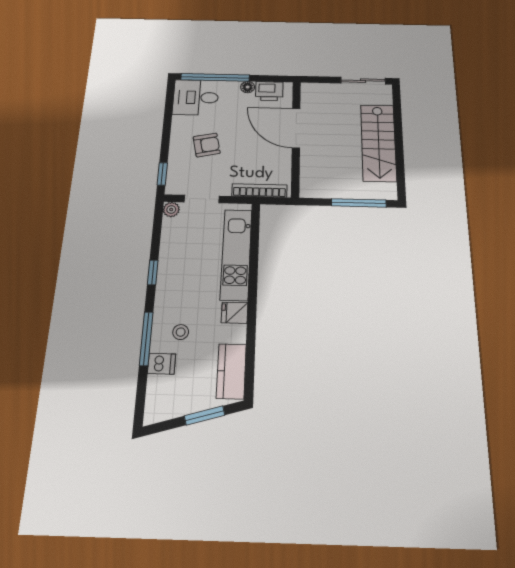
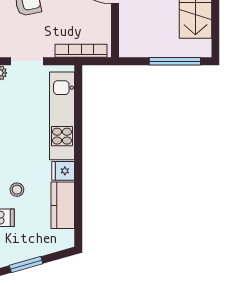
kitchen counter: (231, 371) -> (63, 205), moved
window: (205, 416) -> (26, 265), moved

